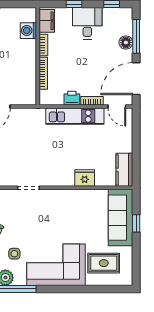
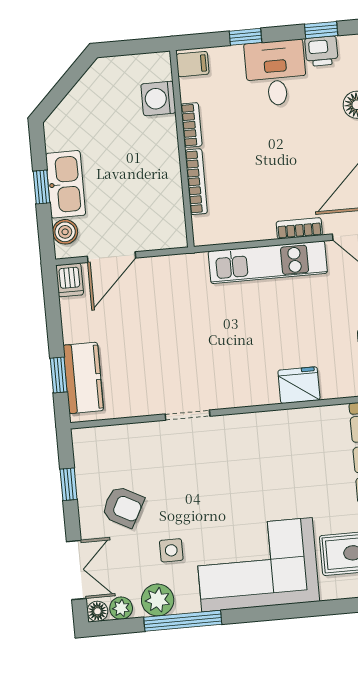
filing cabinet: (47, 21) -> (193, 64), width x0.50
printer: (72, 98) -> (321, 51), moved, turned 180

